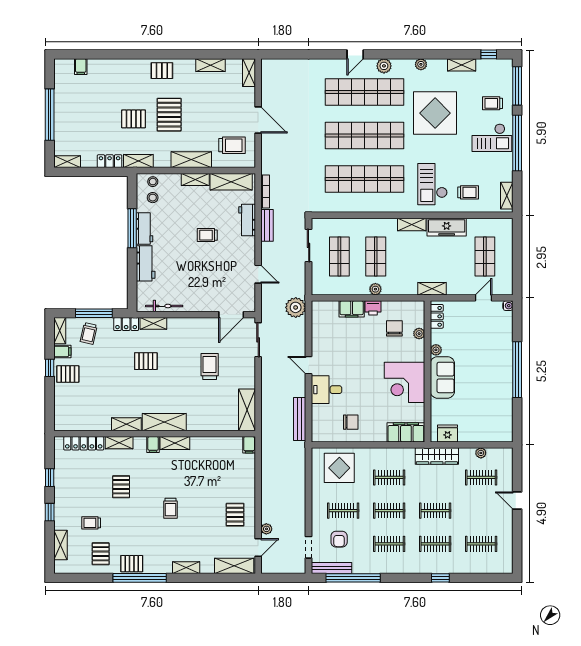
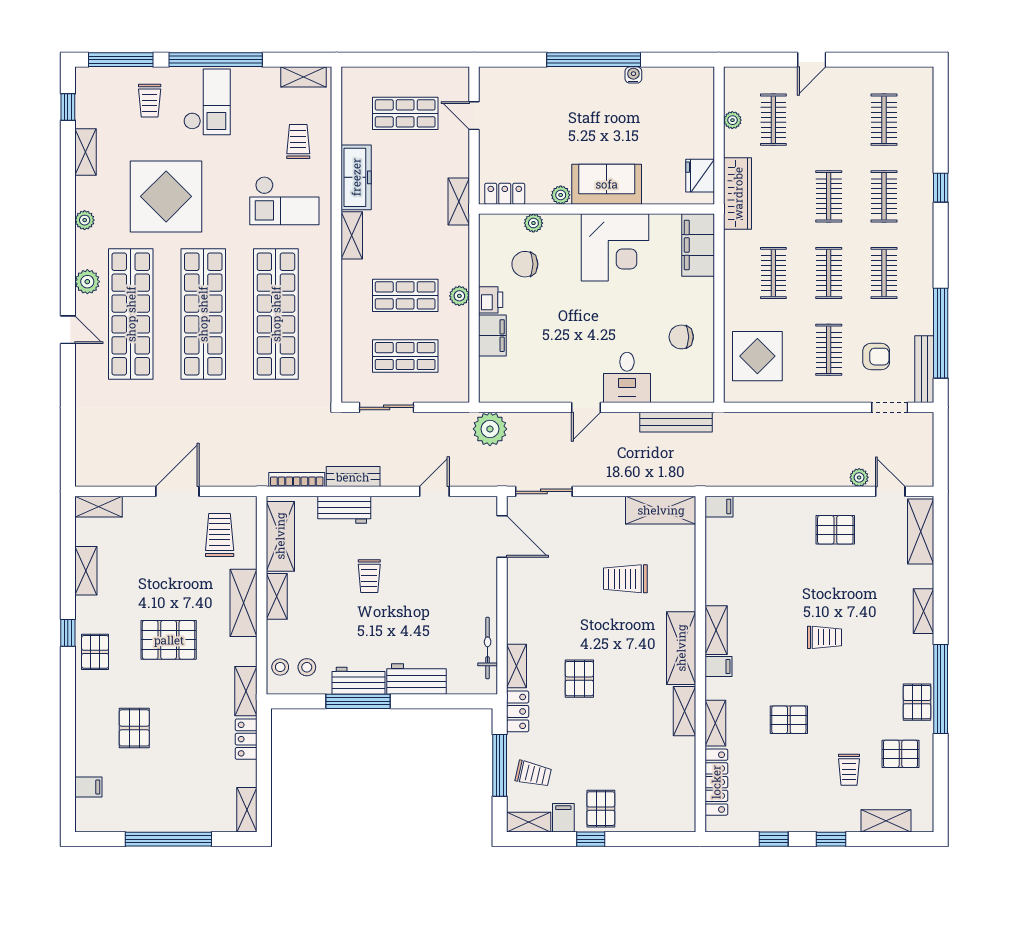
window: (173, 54) -> (68, 633), added
pallet: (134, 119) -> (134, 728), moved
water cooler: (508, 306) -> (633, 75), moved
trolley: (210, 366) -> (625, 579), moved
chair: (351, 422) -> (681, 337), turned -90

